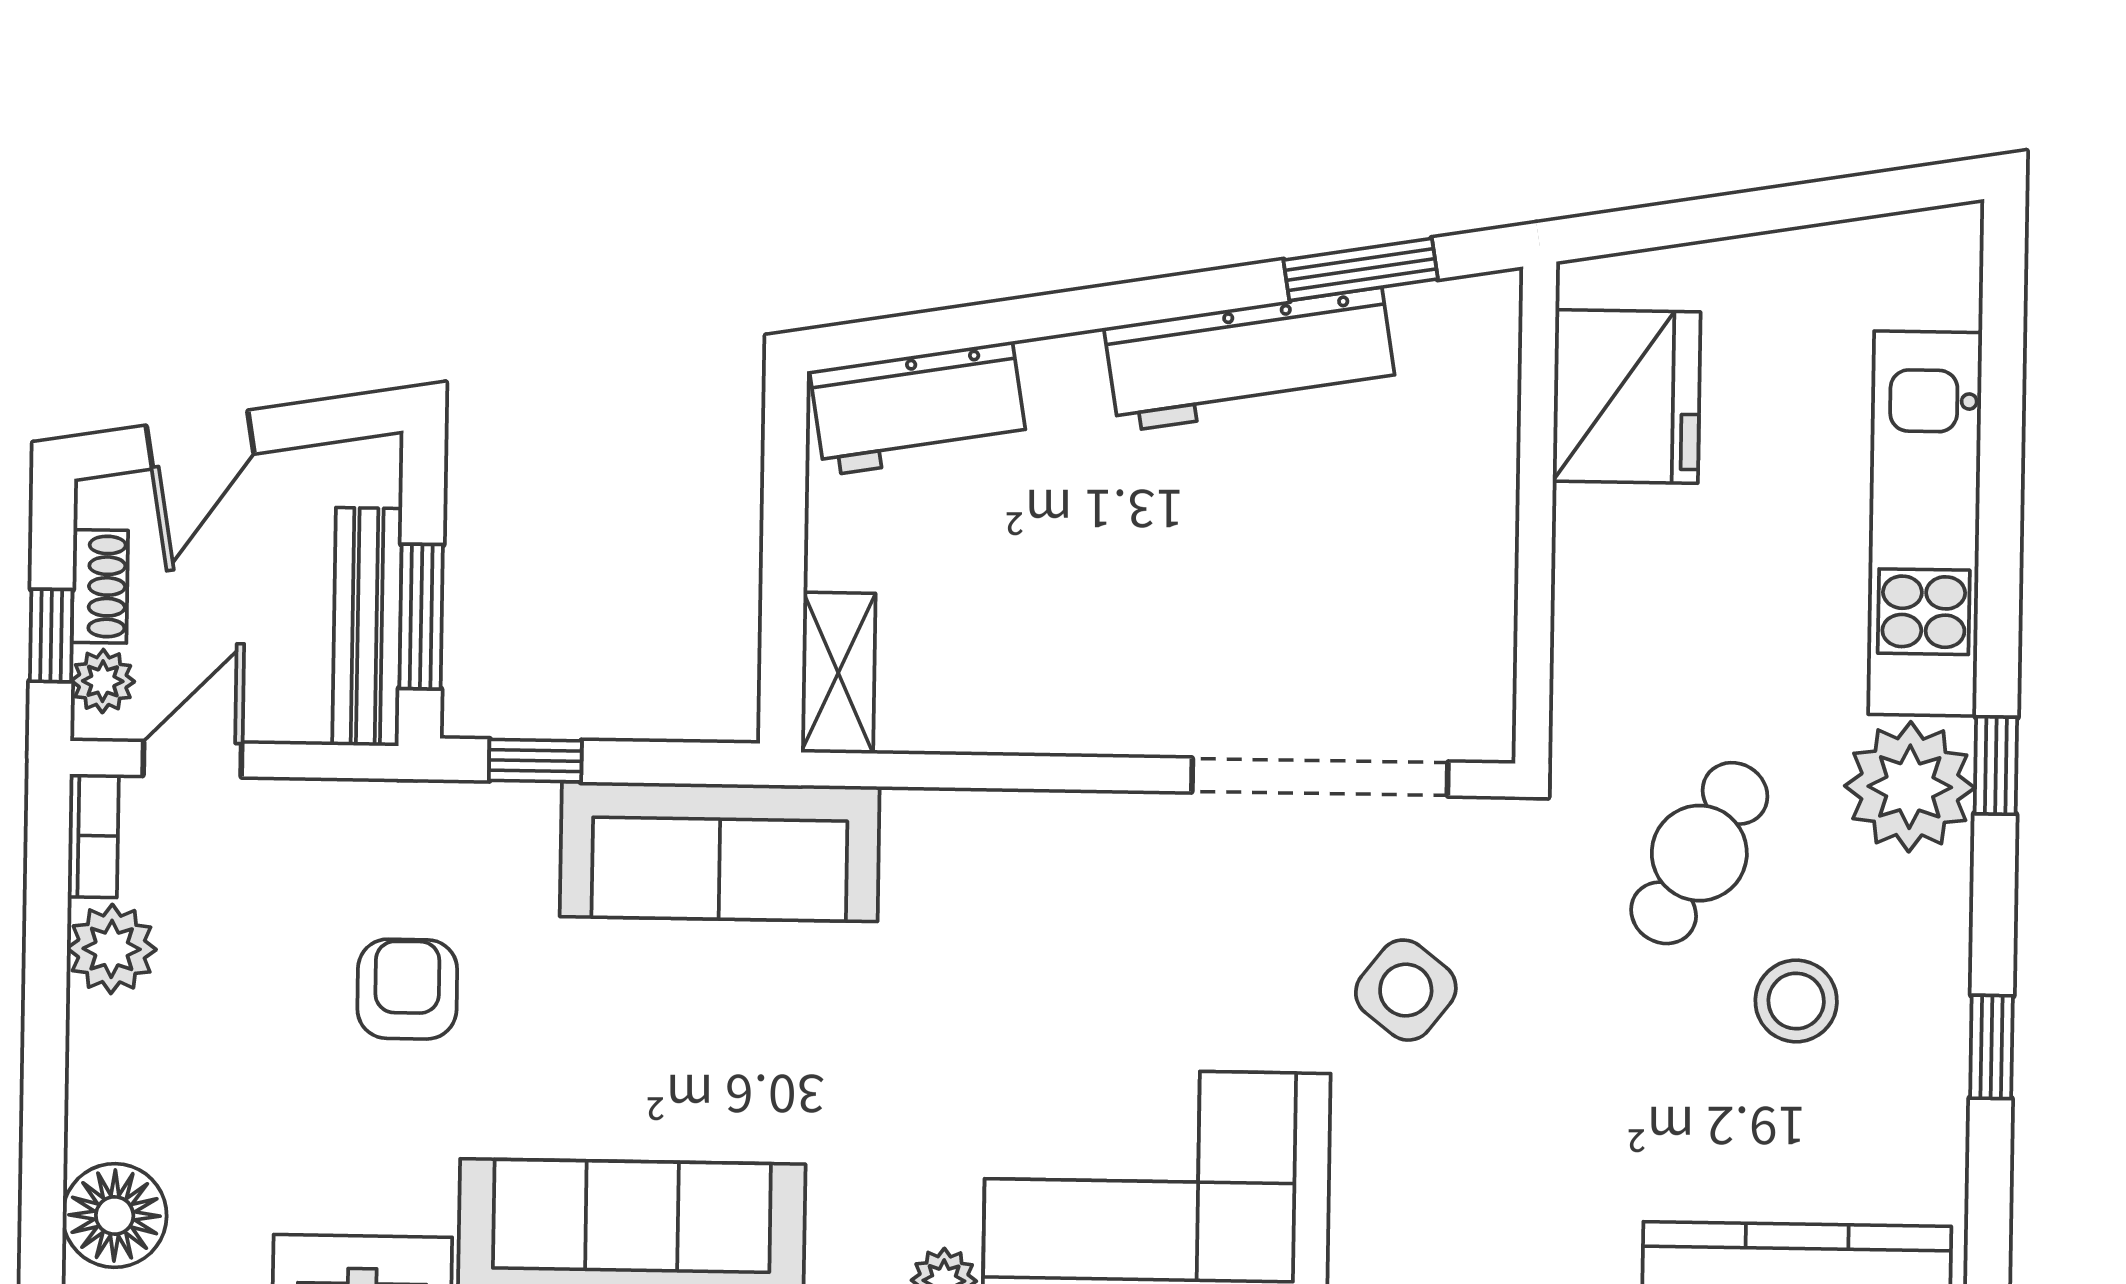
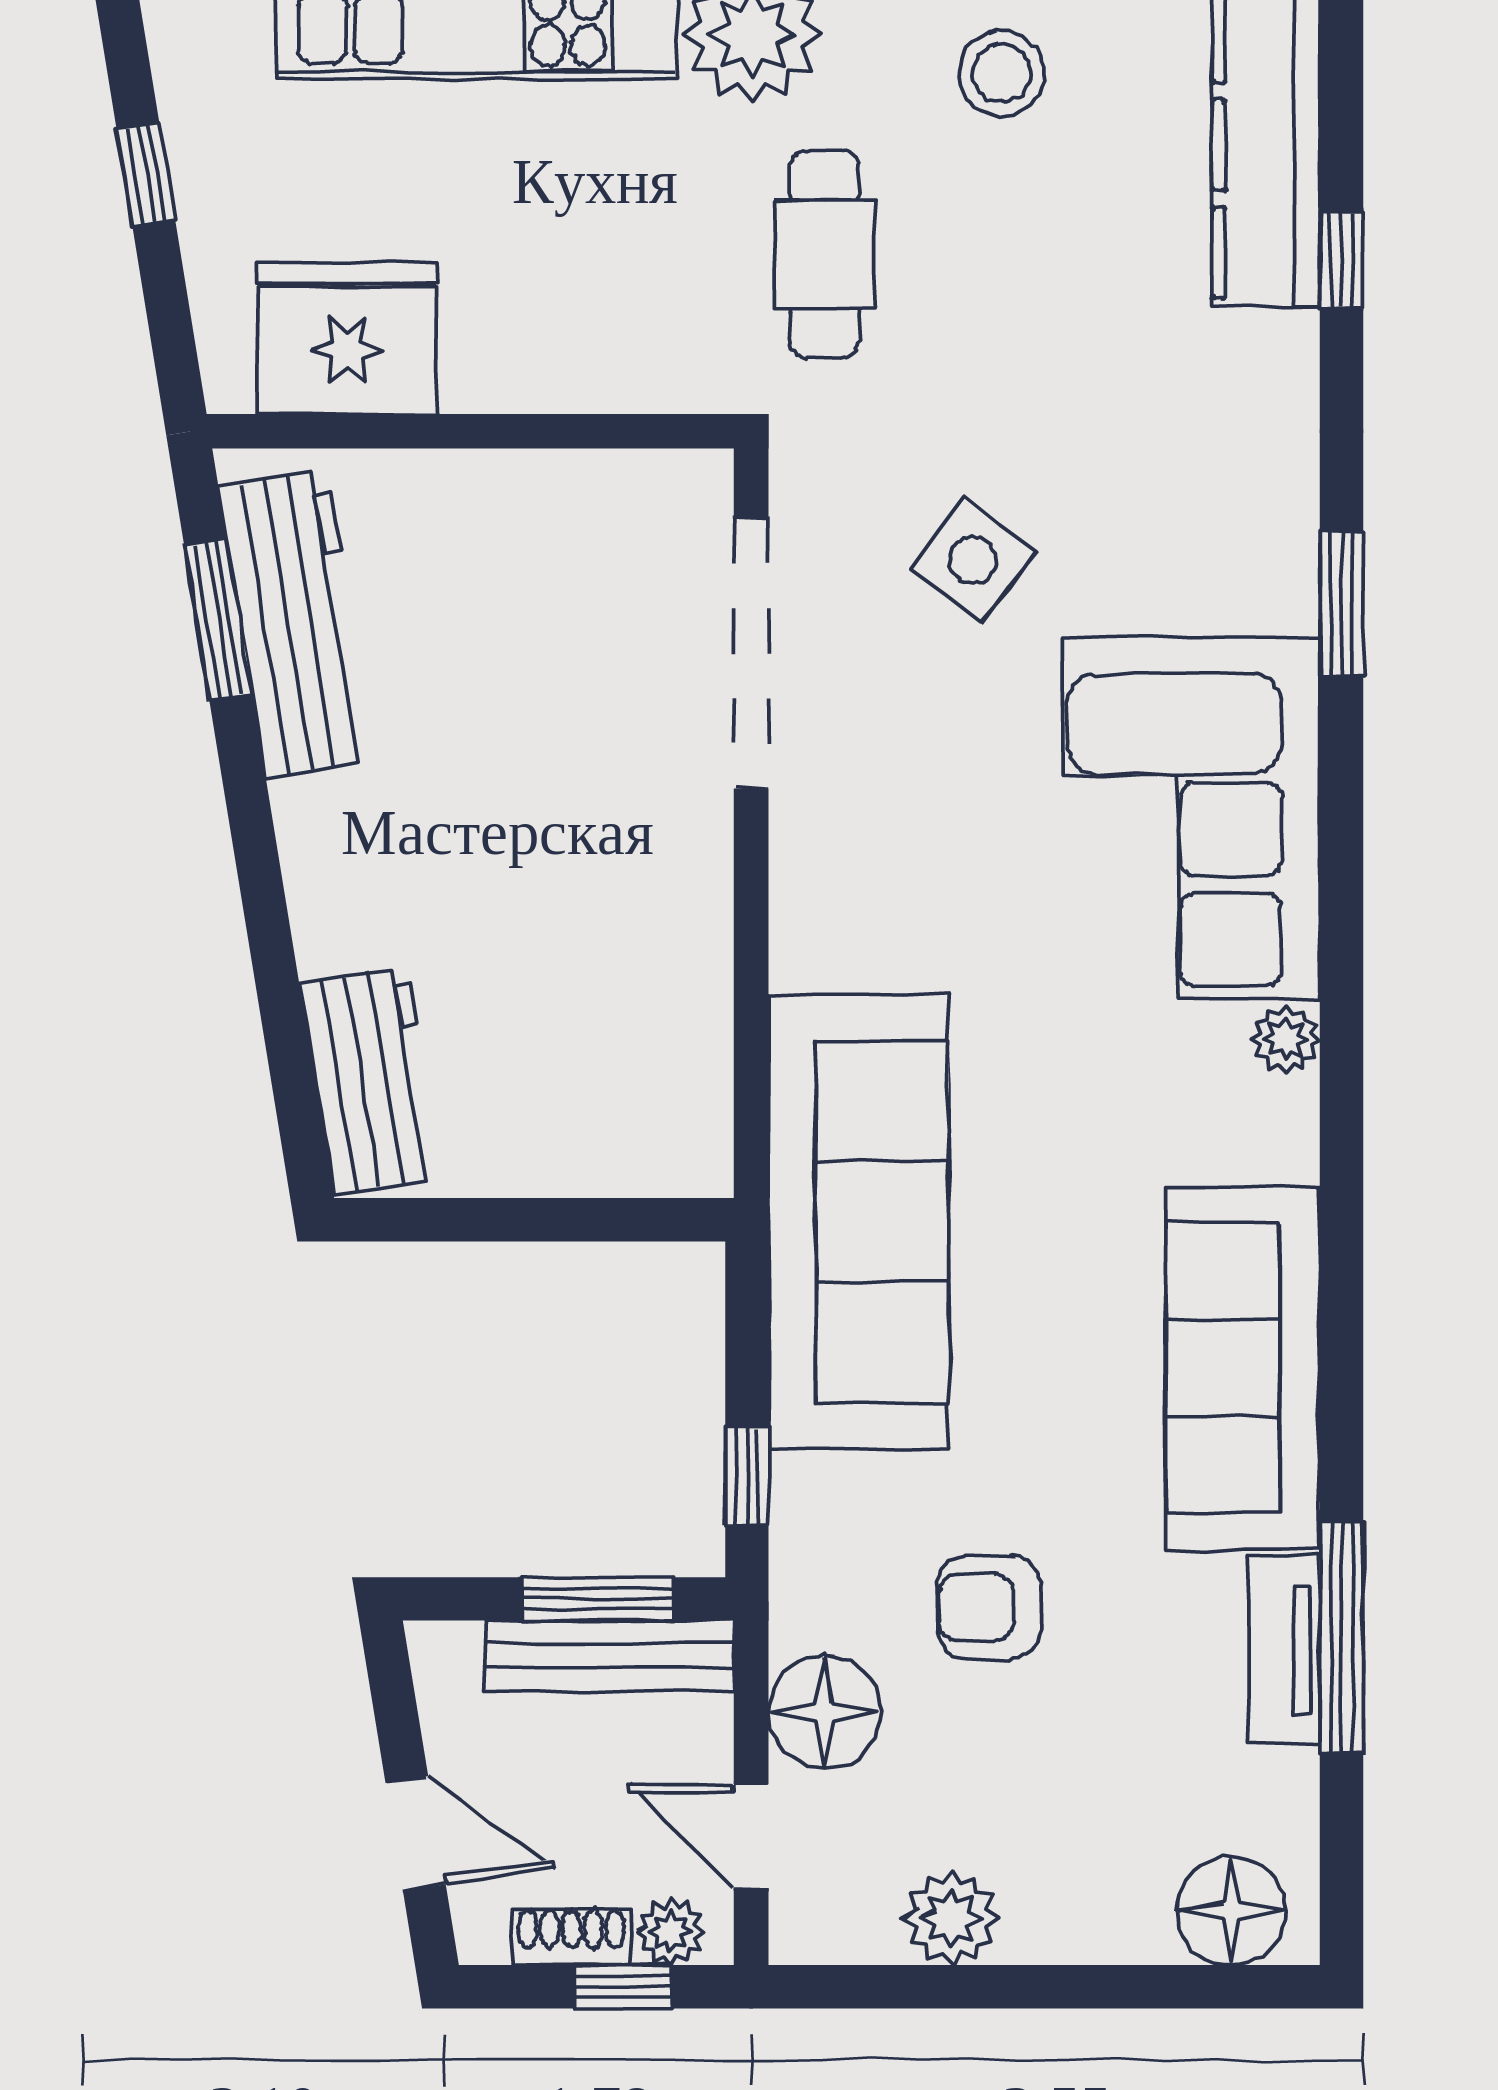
window: (1785, 207) -> (146, 175), added
workbench: (1250, 360) -> (297, 624), moved
shelving: (838, 673) -> (650, 1160), removed
floor lamp: (310, 831) -> (825, 1712), added
bookcase: (93, 836) -> (833, 1939), removed
sofa: (720, 852) -> (858, 1222), width x1.36, depth x1.27
cafe table: (1699, 853) -> (825, 254), turned 60
stool: (1796, 1001) -> (1001, 73), moved

